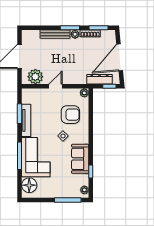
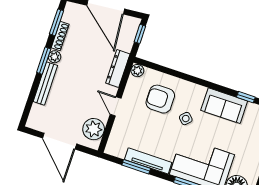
dresser: (99, 79) -> (118, 69), moved
armchair: (70, 115) -> (160, 99), turned -90

